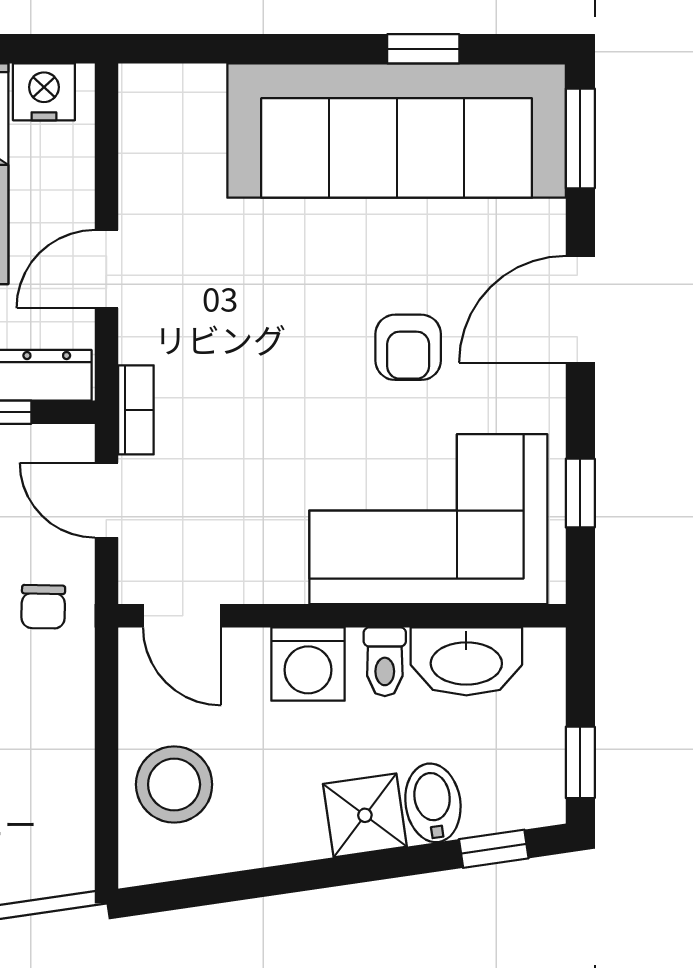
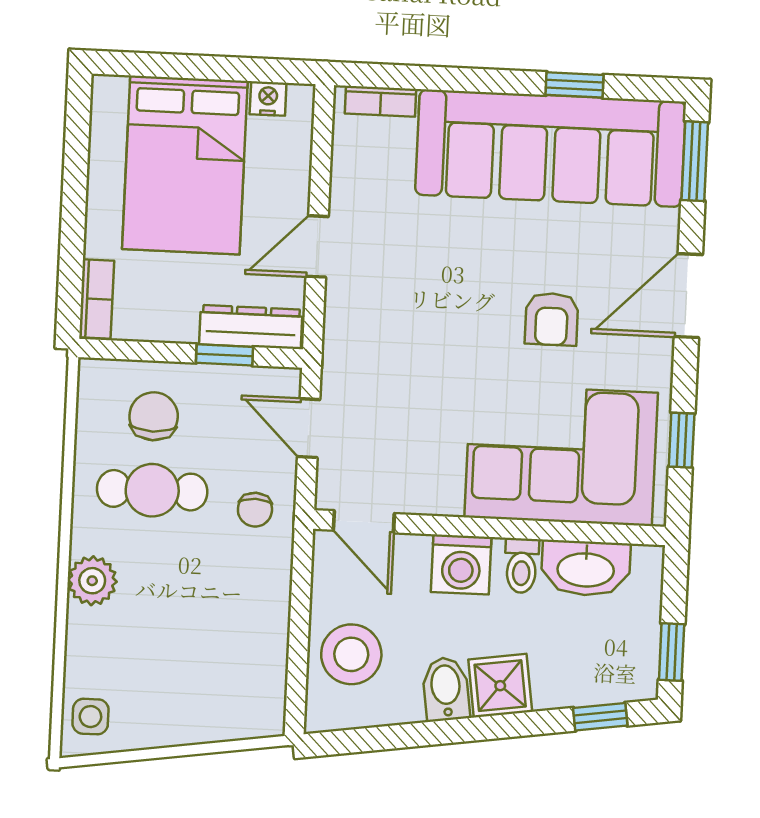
nightstand: (44, 92) -> (268, 99), width x0.72, depth x0.74
bookcase: (136, 410) -> (381, 101), moved, turned 90
bidet: (433, 803) -> (446, 689), moved

